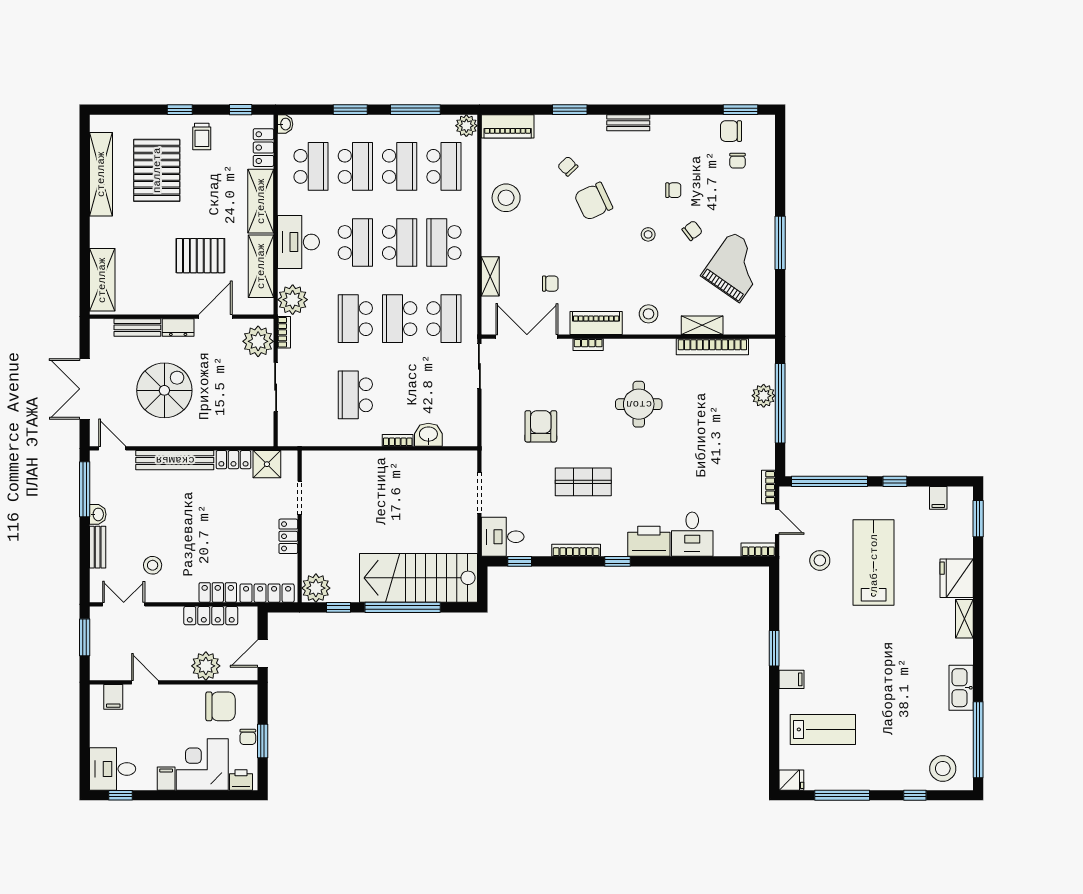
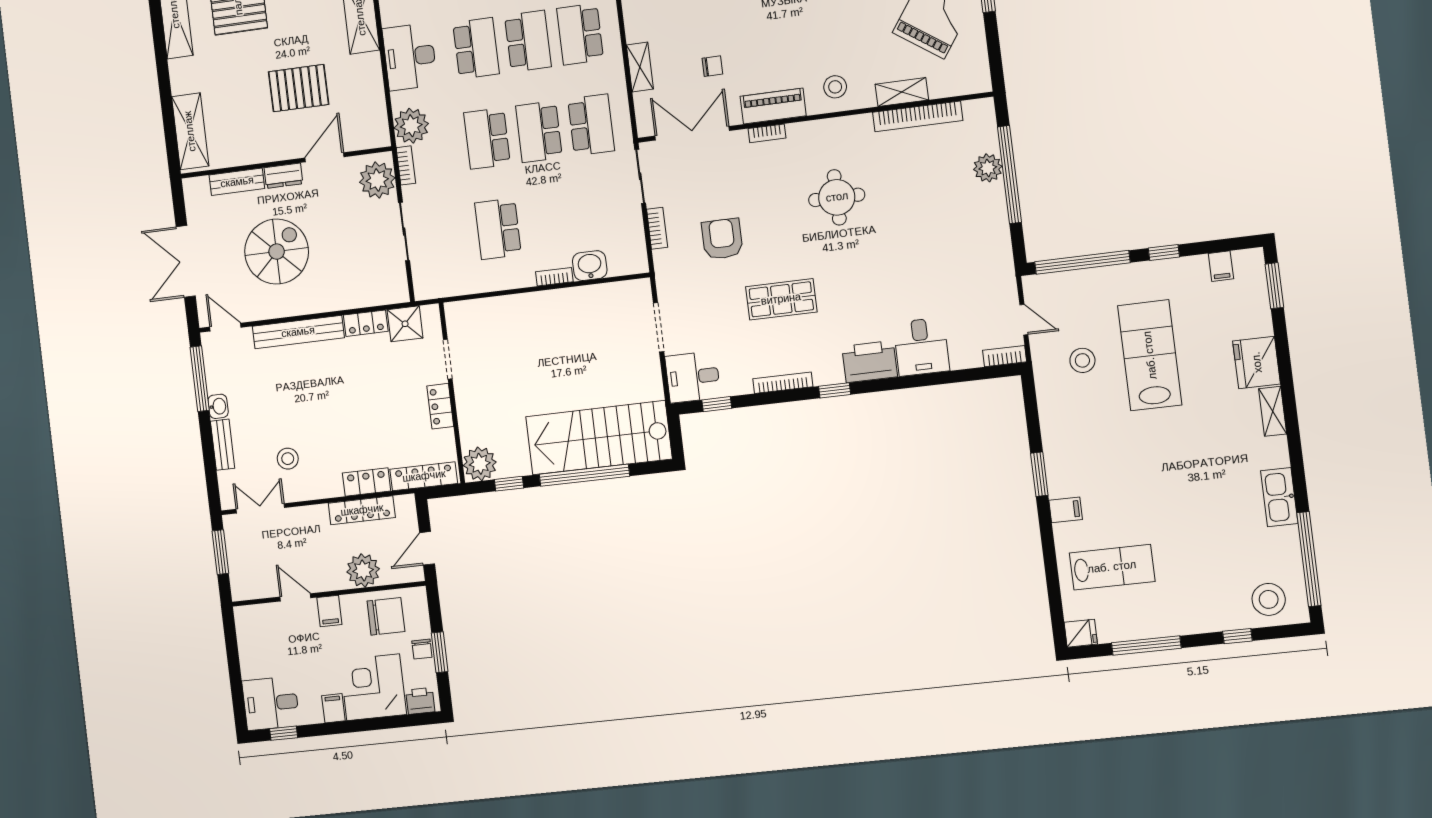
shelving: (261, 266) -> (370, 91), removed
bookcase: (768, 487) -> (657, 228), moved, turned 180
filing cabinet: (113, 697) -> (329, 611), moved

